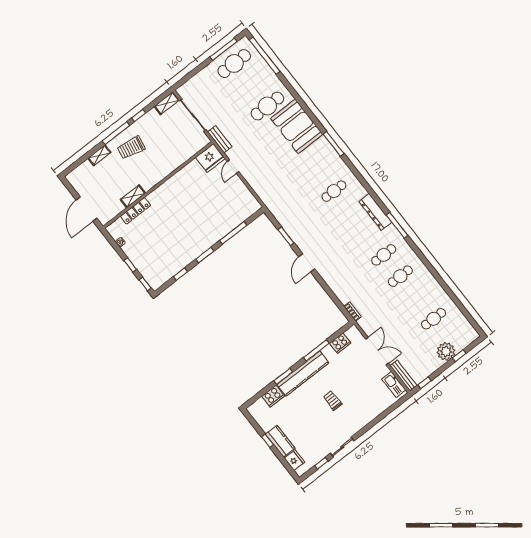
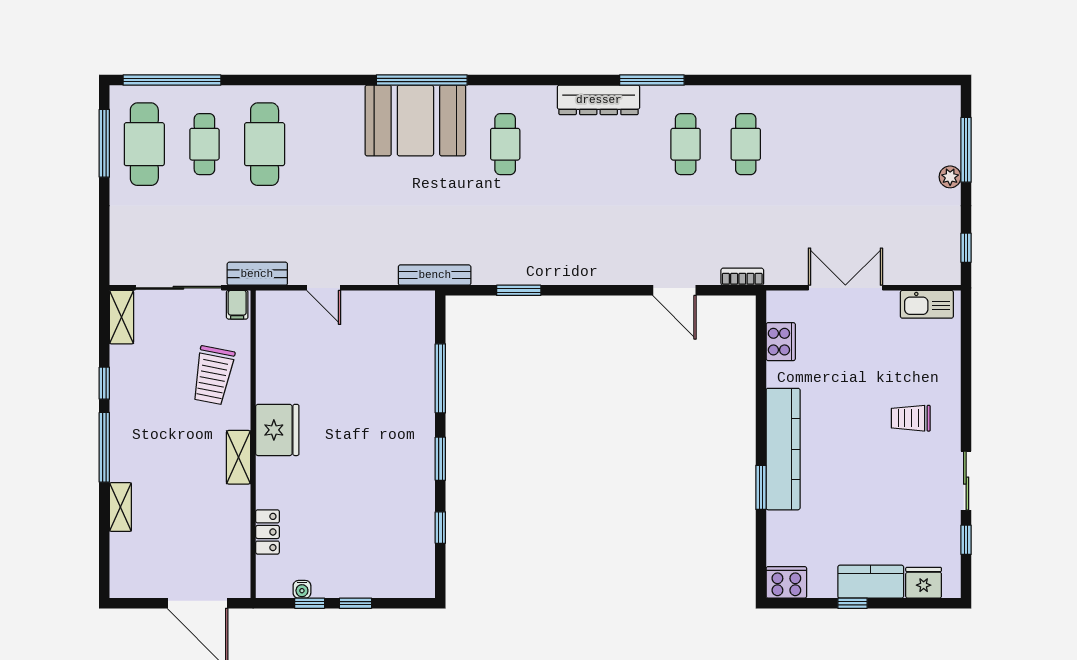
booth: (297, 126) -> (415, 120), moved
filing cabinet: (203, 141) -> (237, 305), added
window: (334, 144) -> (422, 80), width x1.46
trolley: (131, 148) -> (213, 375), moved
fridge: (210, 158) -> (277, 430), moved
shelving: (133, 196) -> (239, 457), moved
locker: (135, 211) -> (267, 532), width x0.66
door: (307, 263) -> (674, 290), moved
window: (145, 284) -> (310, 603), moved
cafe table: (434, 319) -> (204, 144), moved
window: (316, 350) -> (761, 394), removed
plant: (446, 351) -> (950, 177), width x0.53, depth x0.53
window: (459, 356) -> (966, 150), width x2.17
bench: (403, 376) -> (435, 275), moved
cooker: (273, 396) -> (786, 582), moved, turned -90
trolley: (333, 401) -> (911, 418), moved

